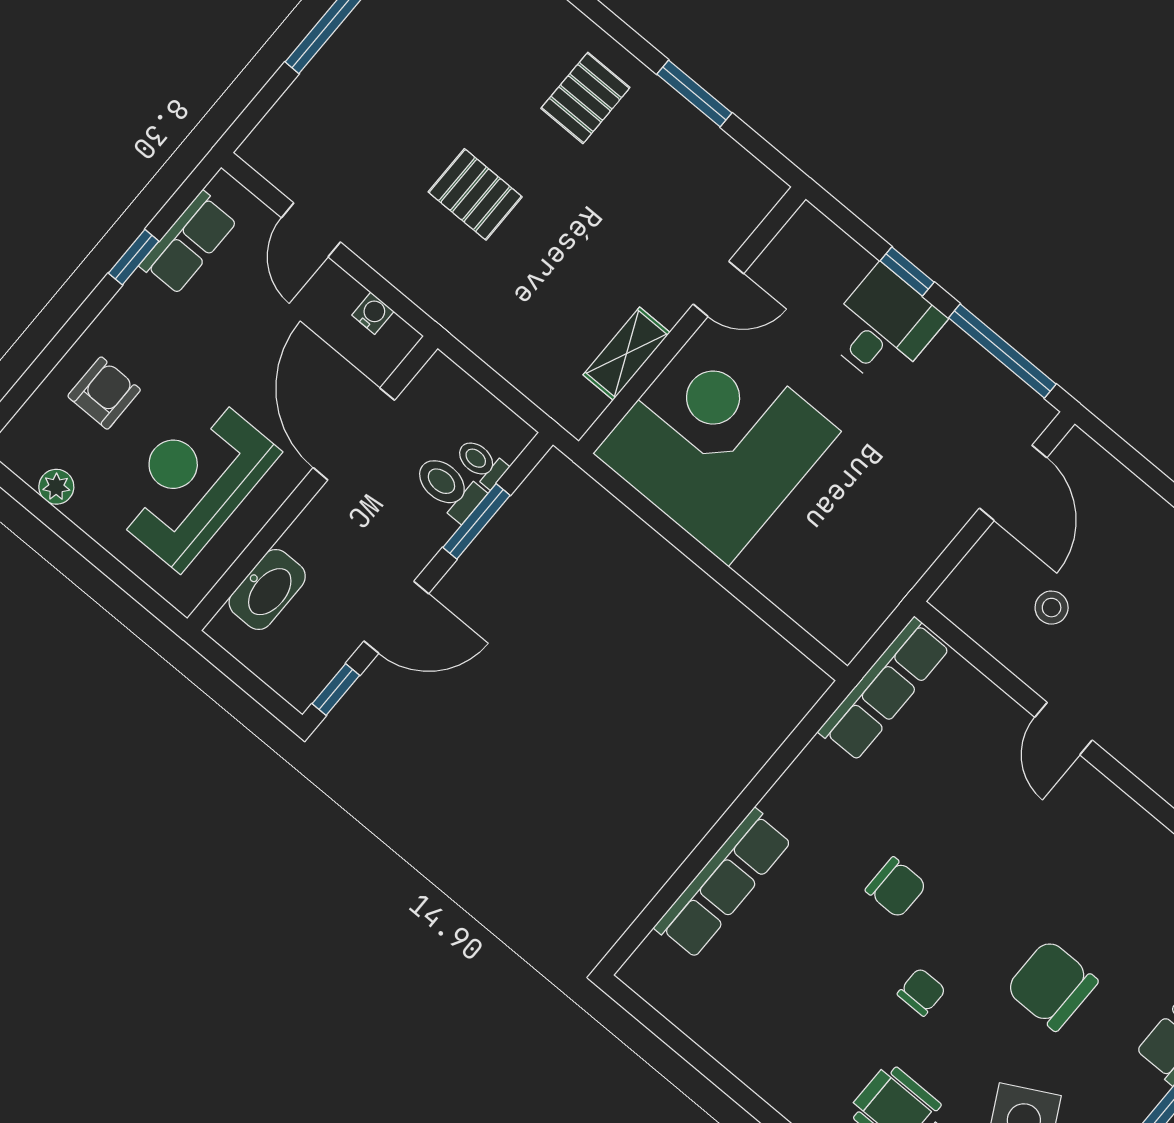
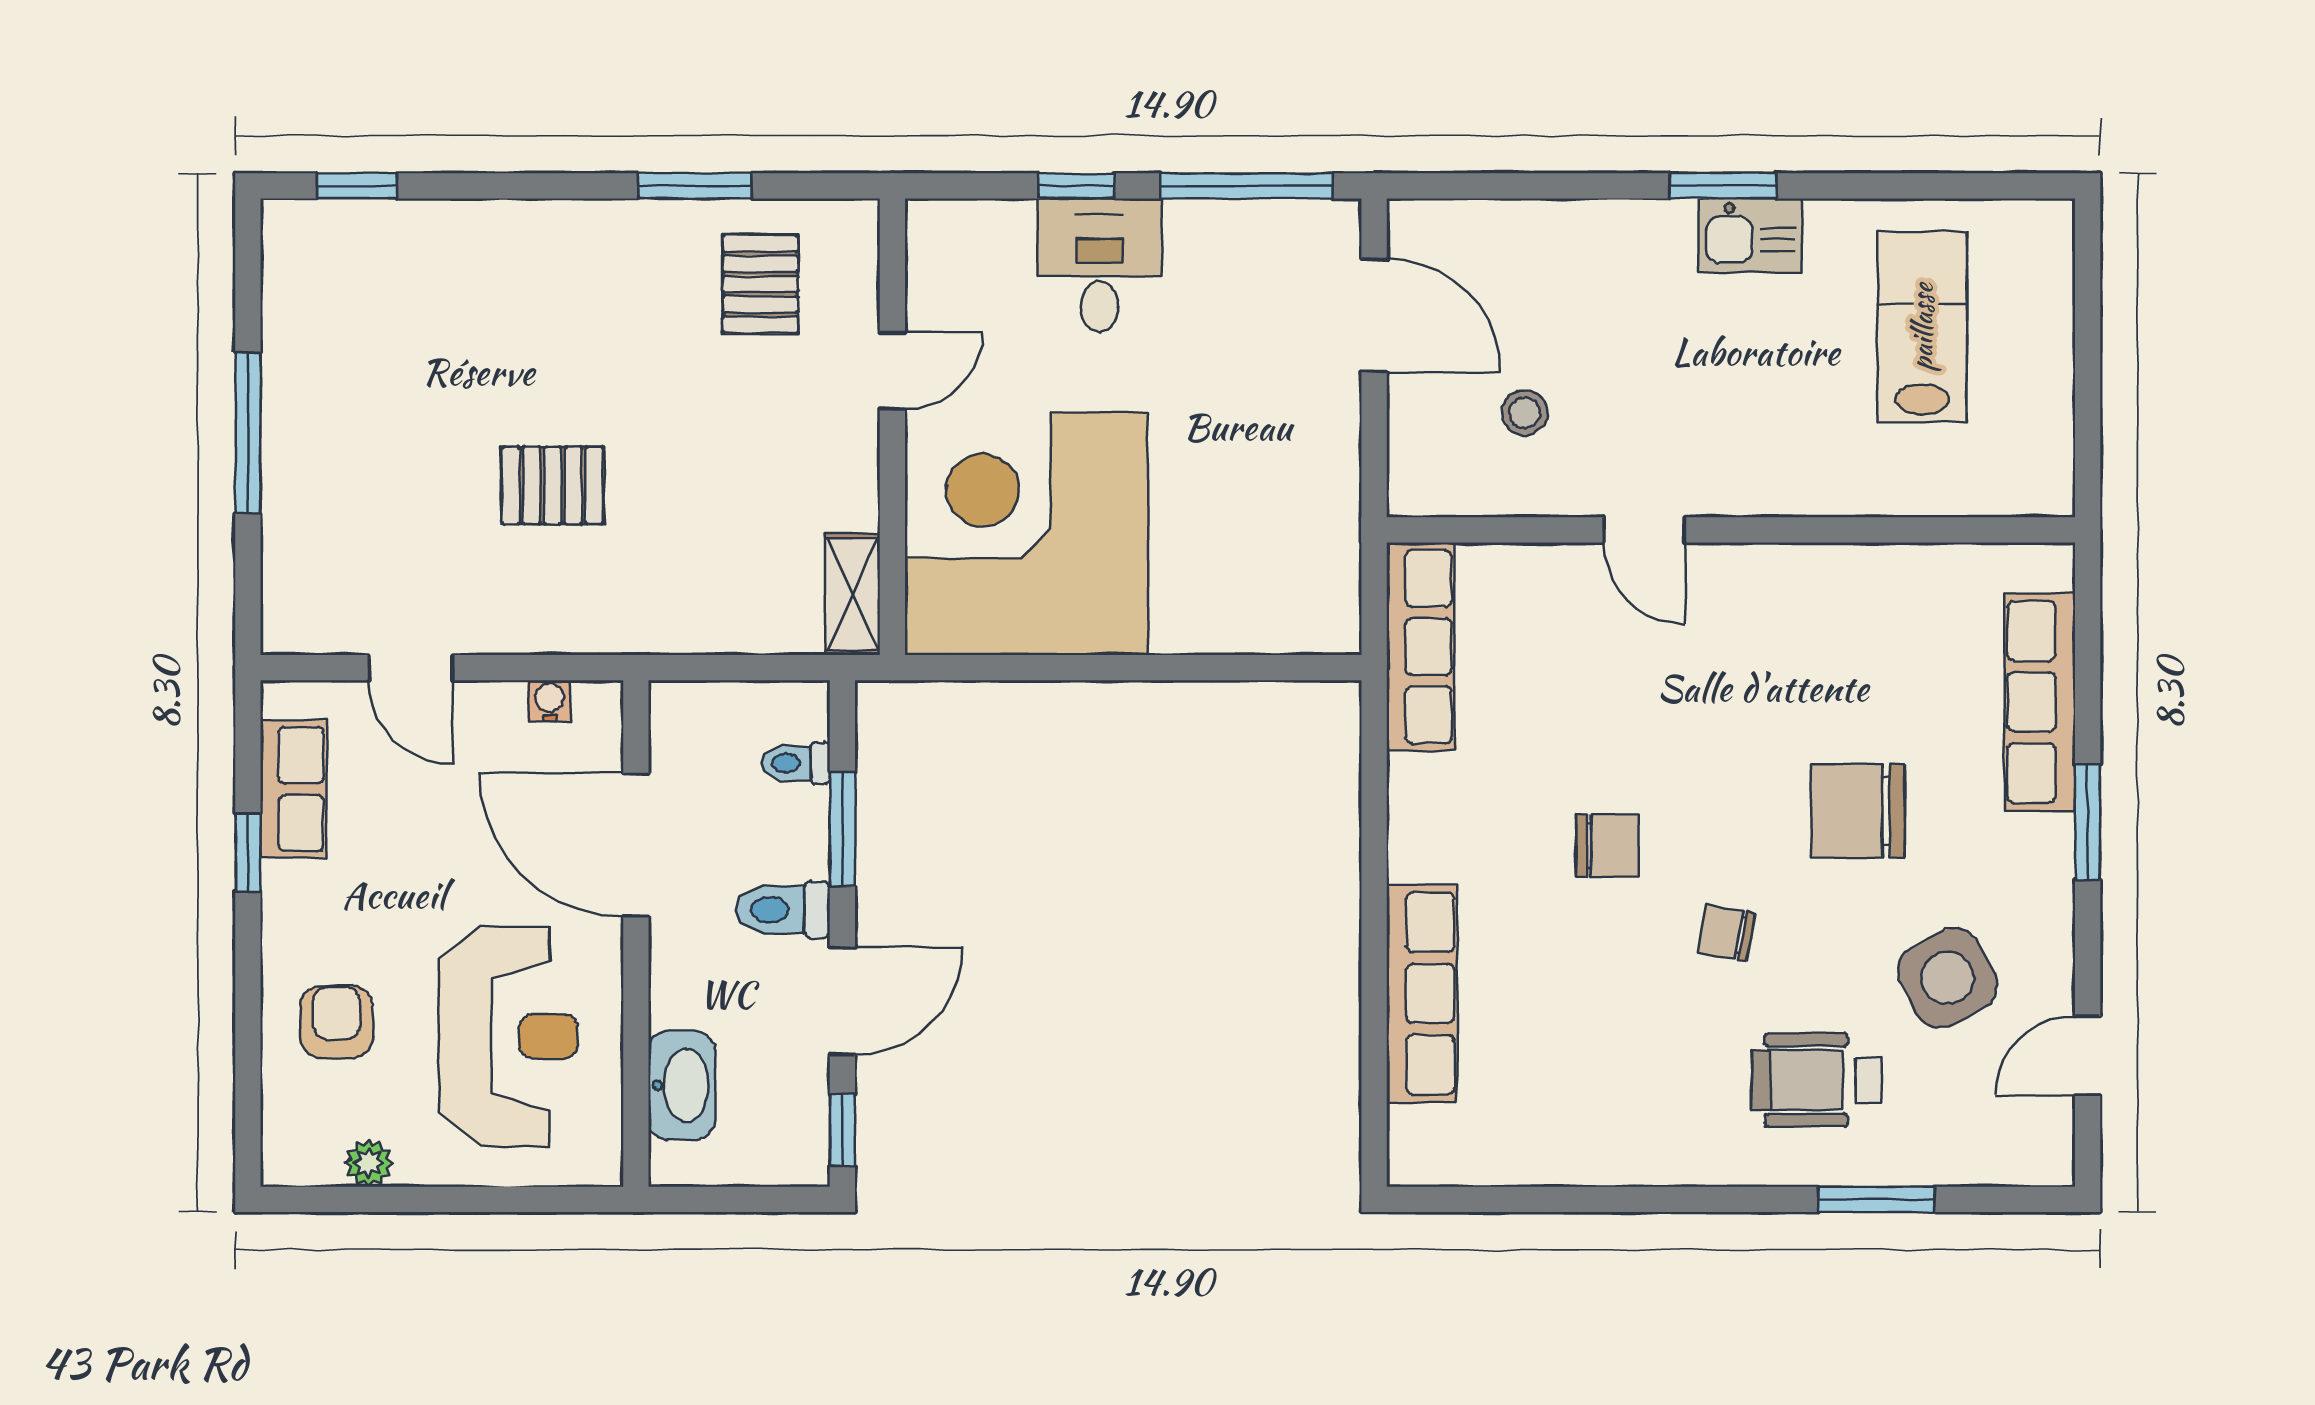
pallet: (585, 98) -> (760, 284), moved
shelving: (626, 354) -> (853, 594), moved
reception desk: (193, 481) -> (508, 1036), turned 180
toilet: (449, 487) -> (783, 910), moved
chair: (922, 992) -> (1727, 933), turned -80

